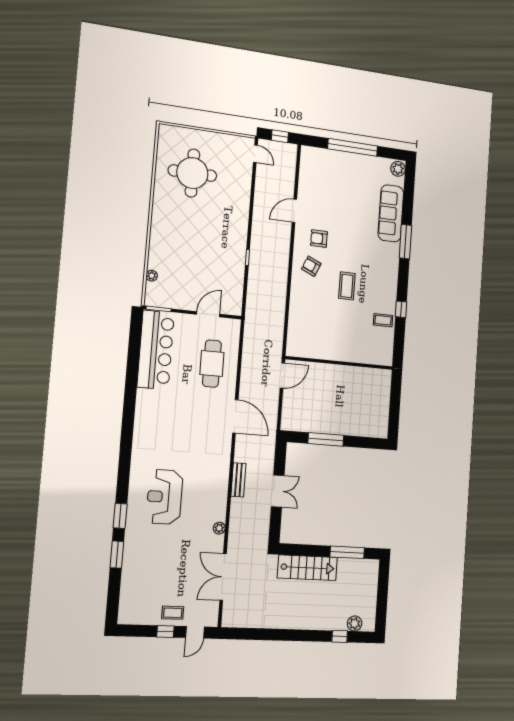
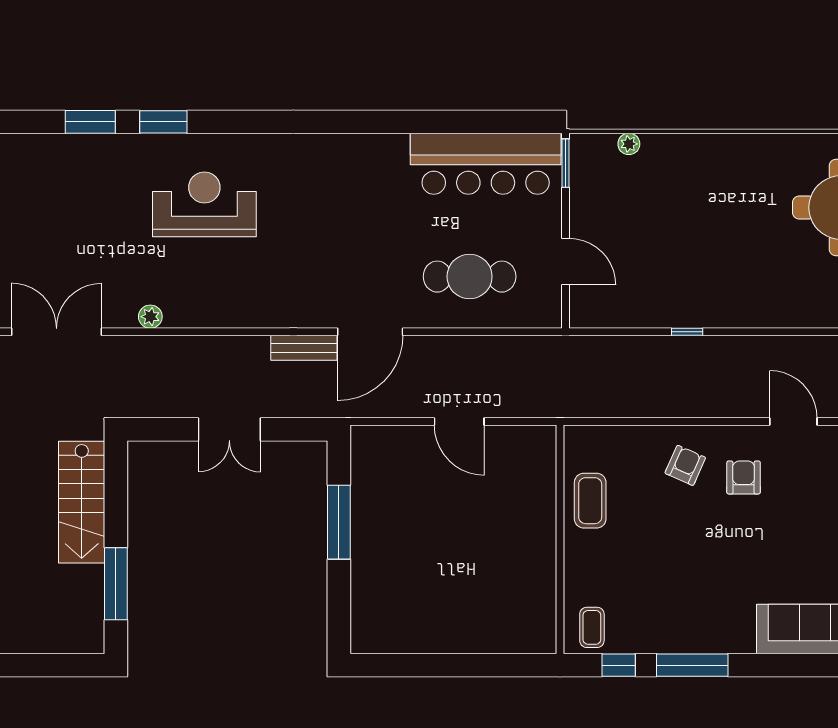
window: (405, 242) -> (692, 665), moved
coffee table: (347, 286) -> (590, 501), moved, turned 90
wall: (339, 363) -> (560, 539), moved
bench: (238, 480) -> (304, 348), moved

